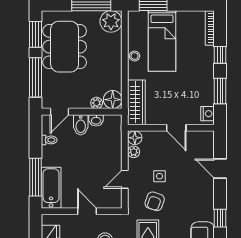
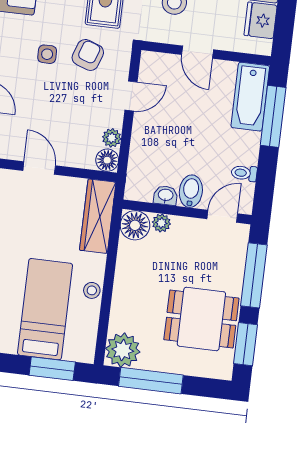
dining table: (65, 47) -> (201, 319), width x0.73
side table: (159, 176) -> (47, 54), moved

